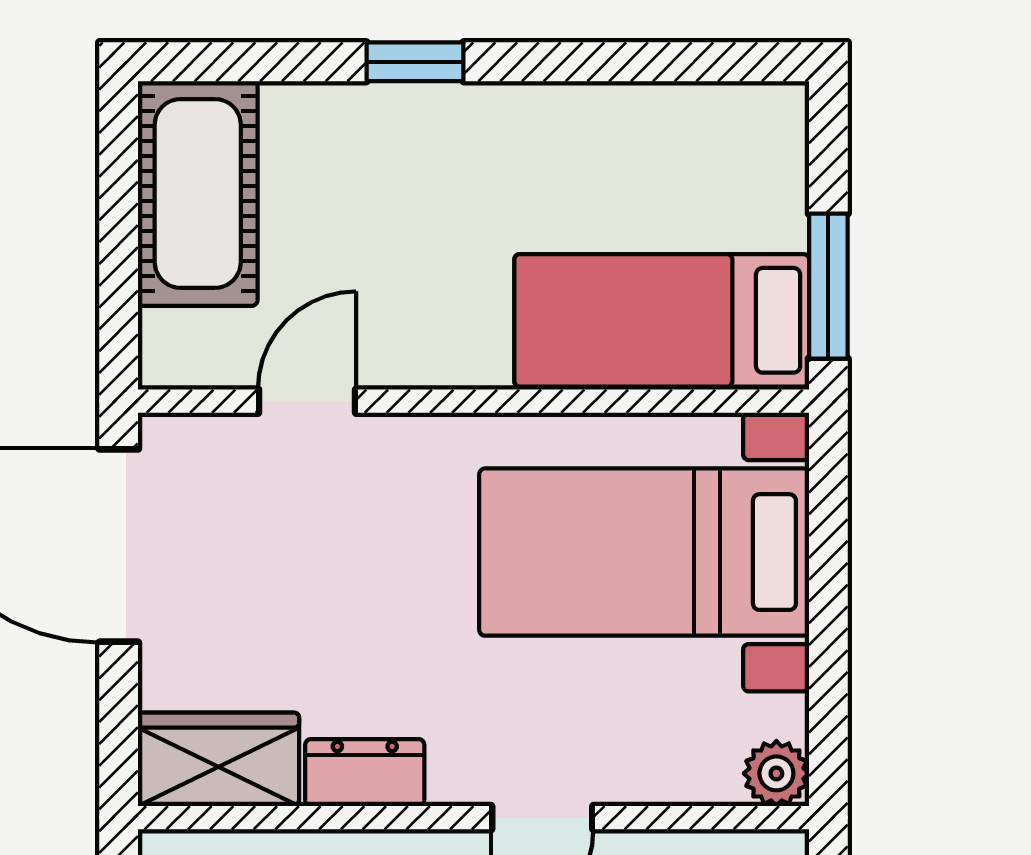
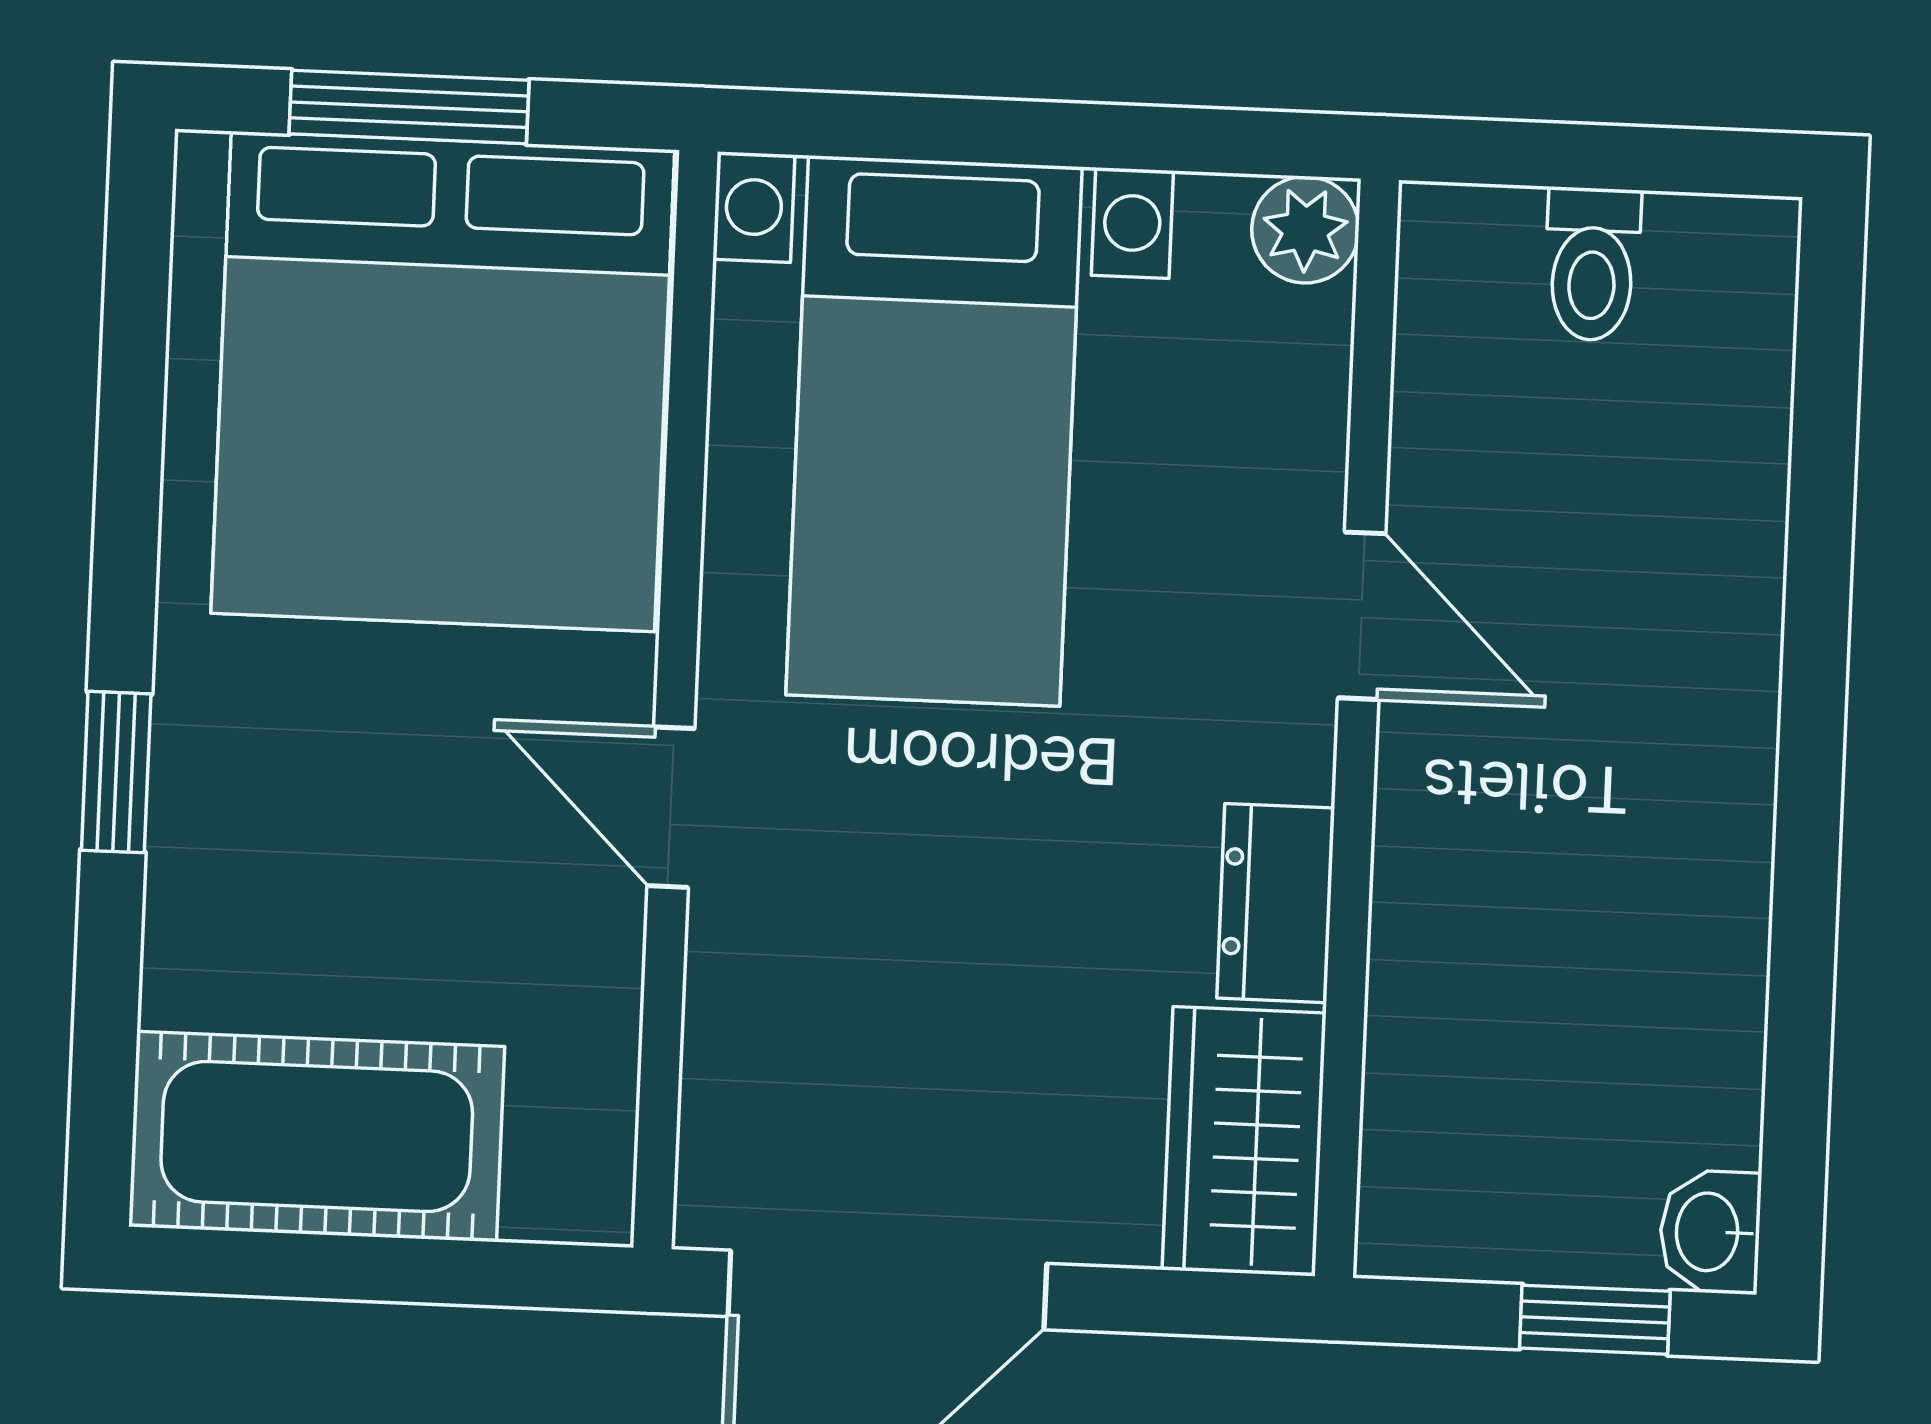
window: (828, 286) -> (409, 107), moved
bed: (662, 320) -> (443, 382), width x2.04
door: (307, 401) -> (671, 807), moved

